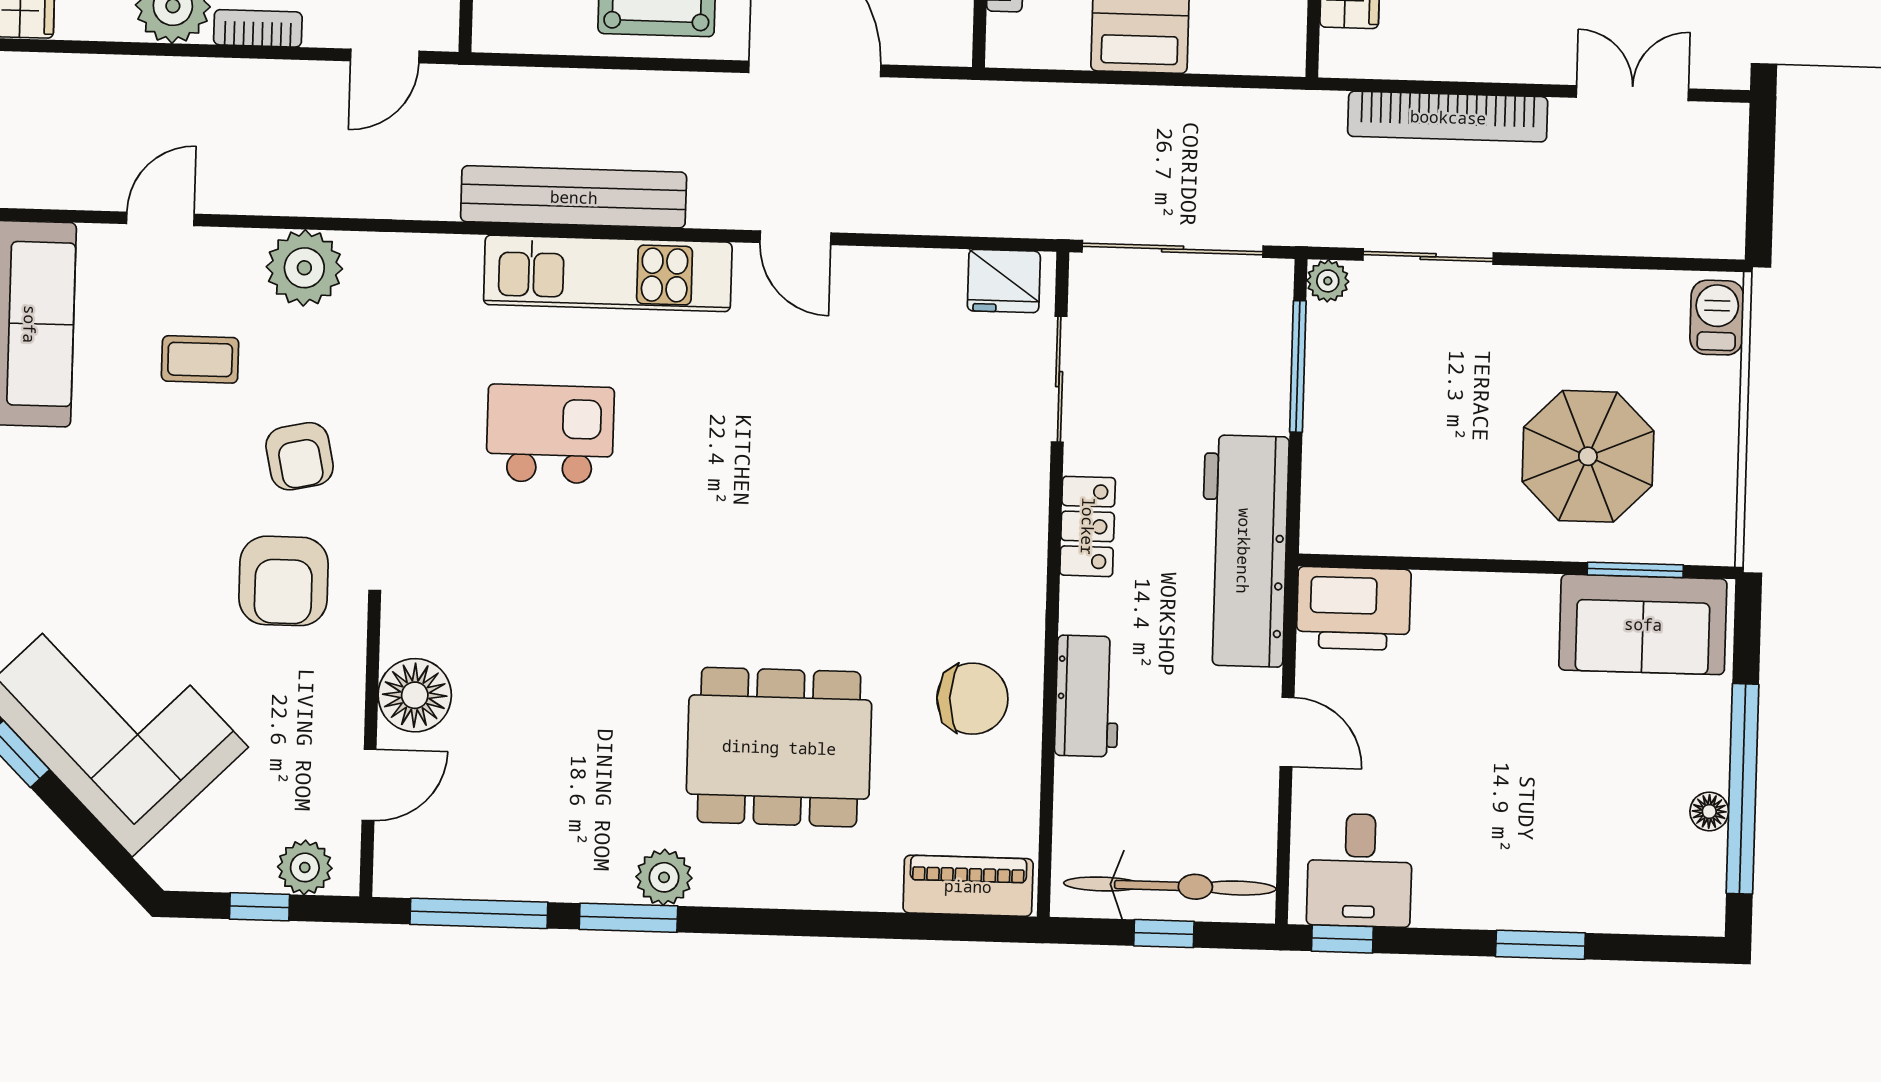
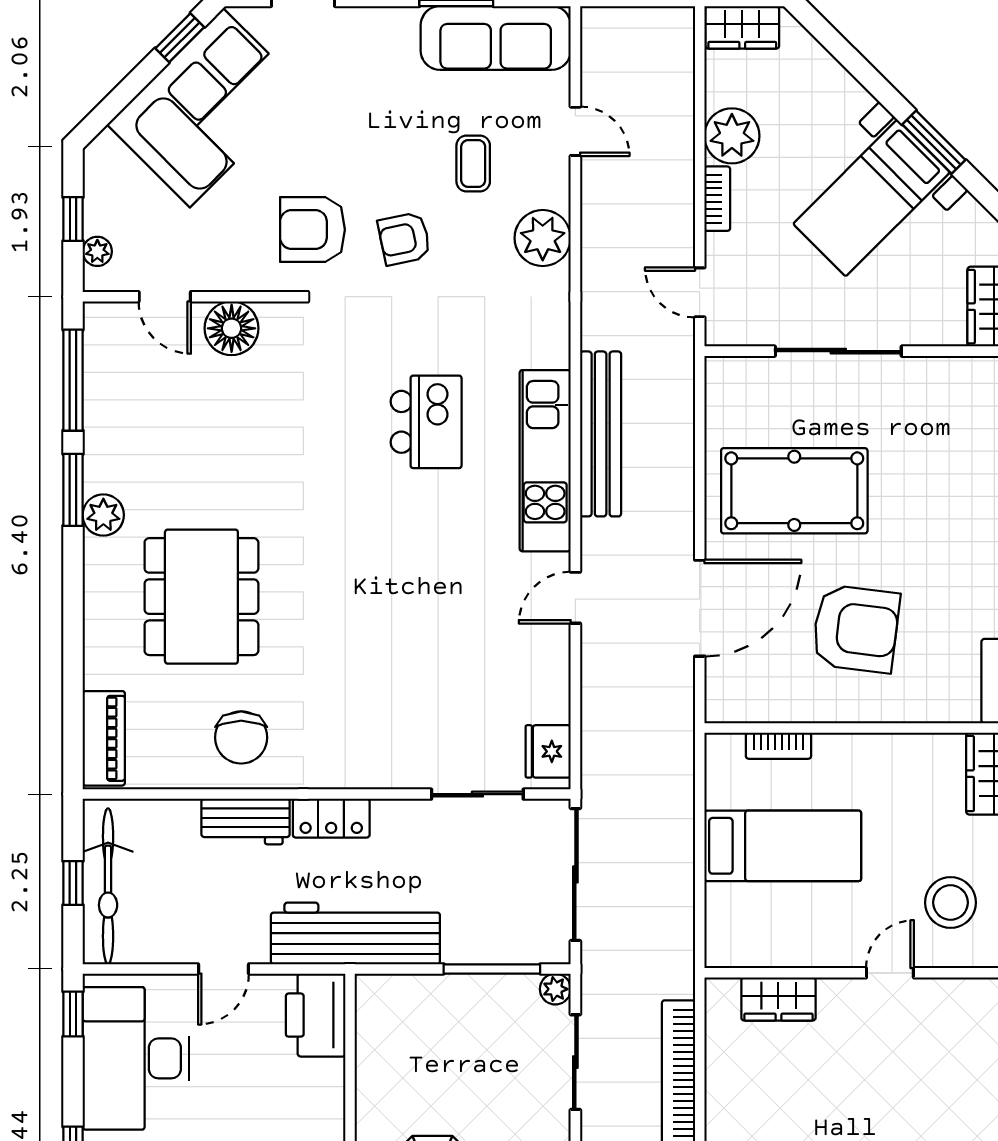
locker: (1088, 526) -> (331, 818), moved
plant: (305, 867) -> (97, 251), width x0.73, depth x0.73
desk: (1360, 870) -> (136, 1058), width x1.87, depth x1.30

